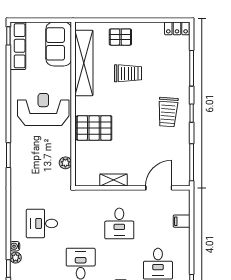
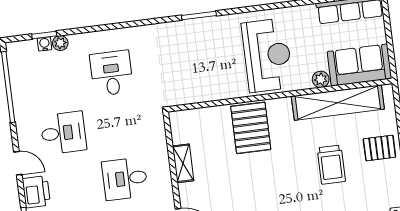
pallet: (120, 37) -> (379, 148), turned 90
plant: (65, 163) -> (321, 79), moved
water cooler: (15, 246) -> (45, 44), moved

